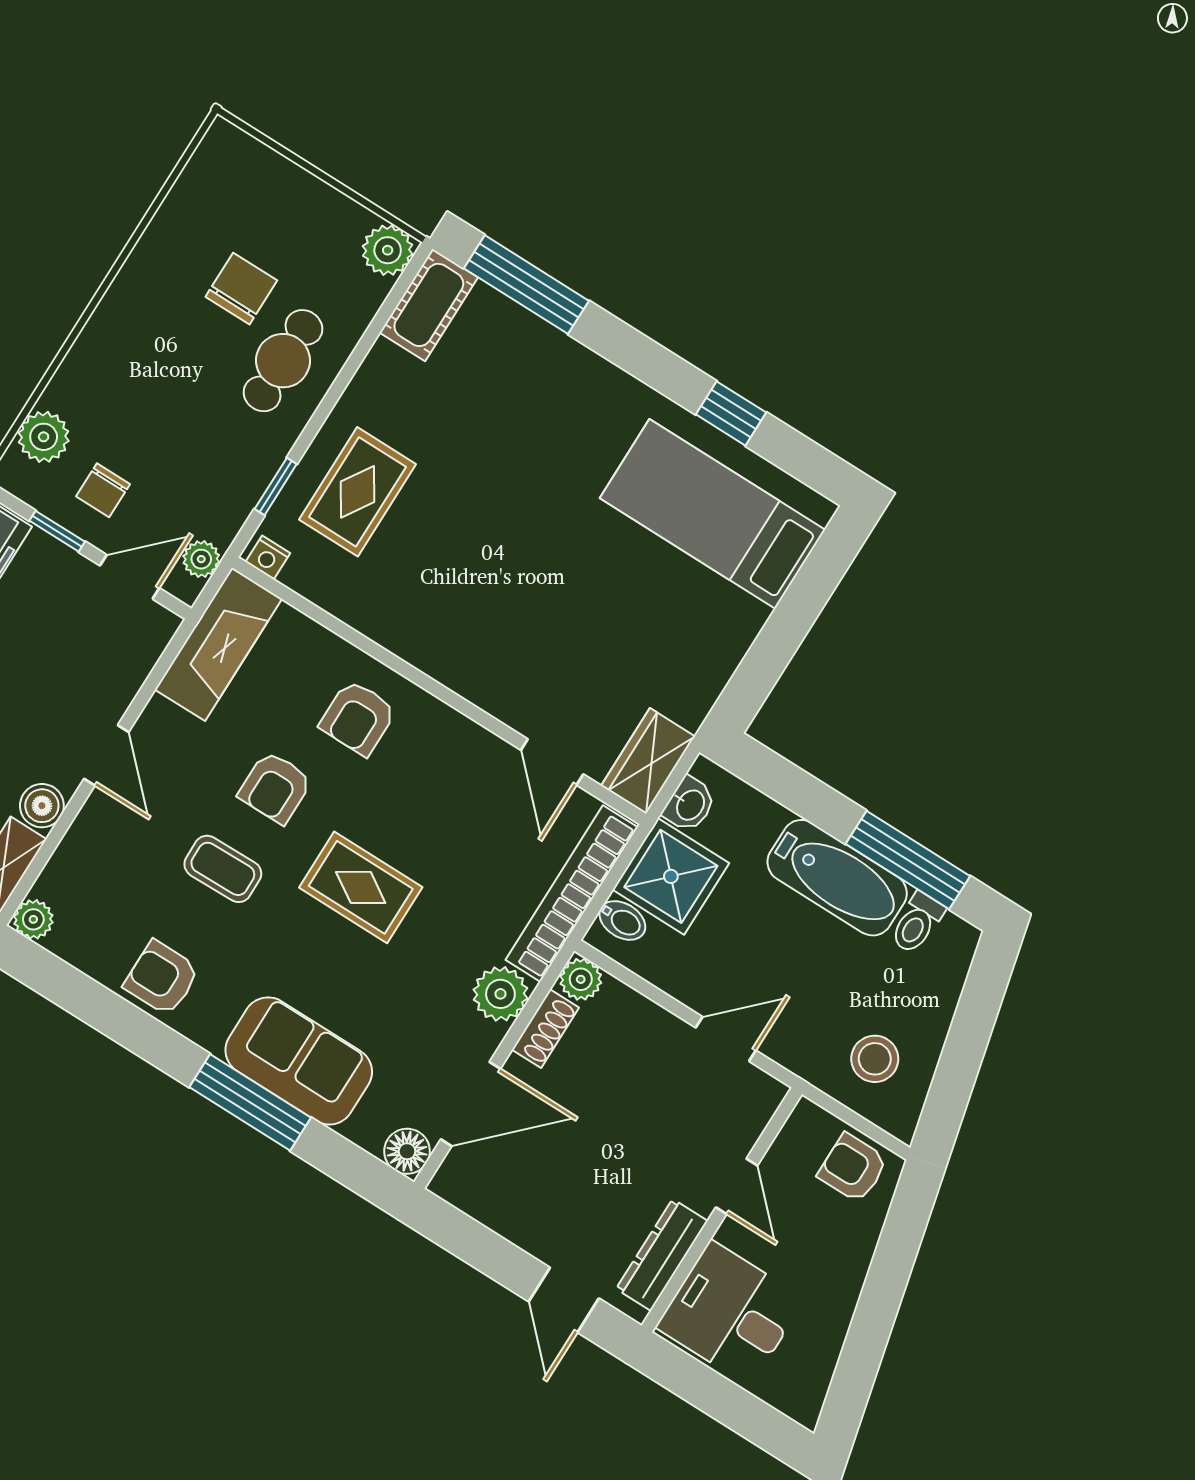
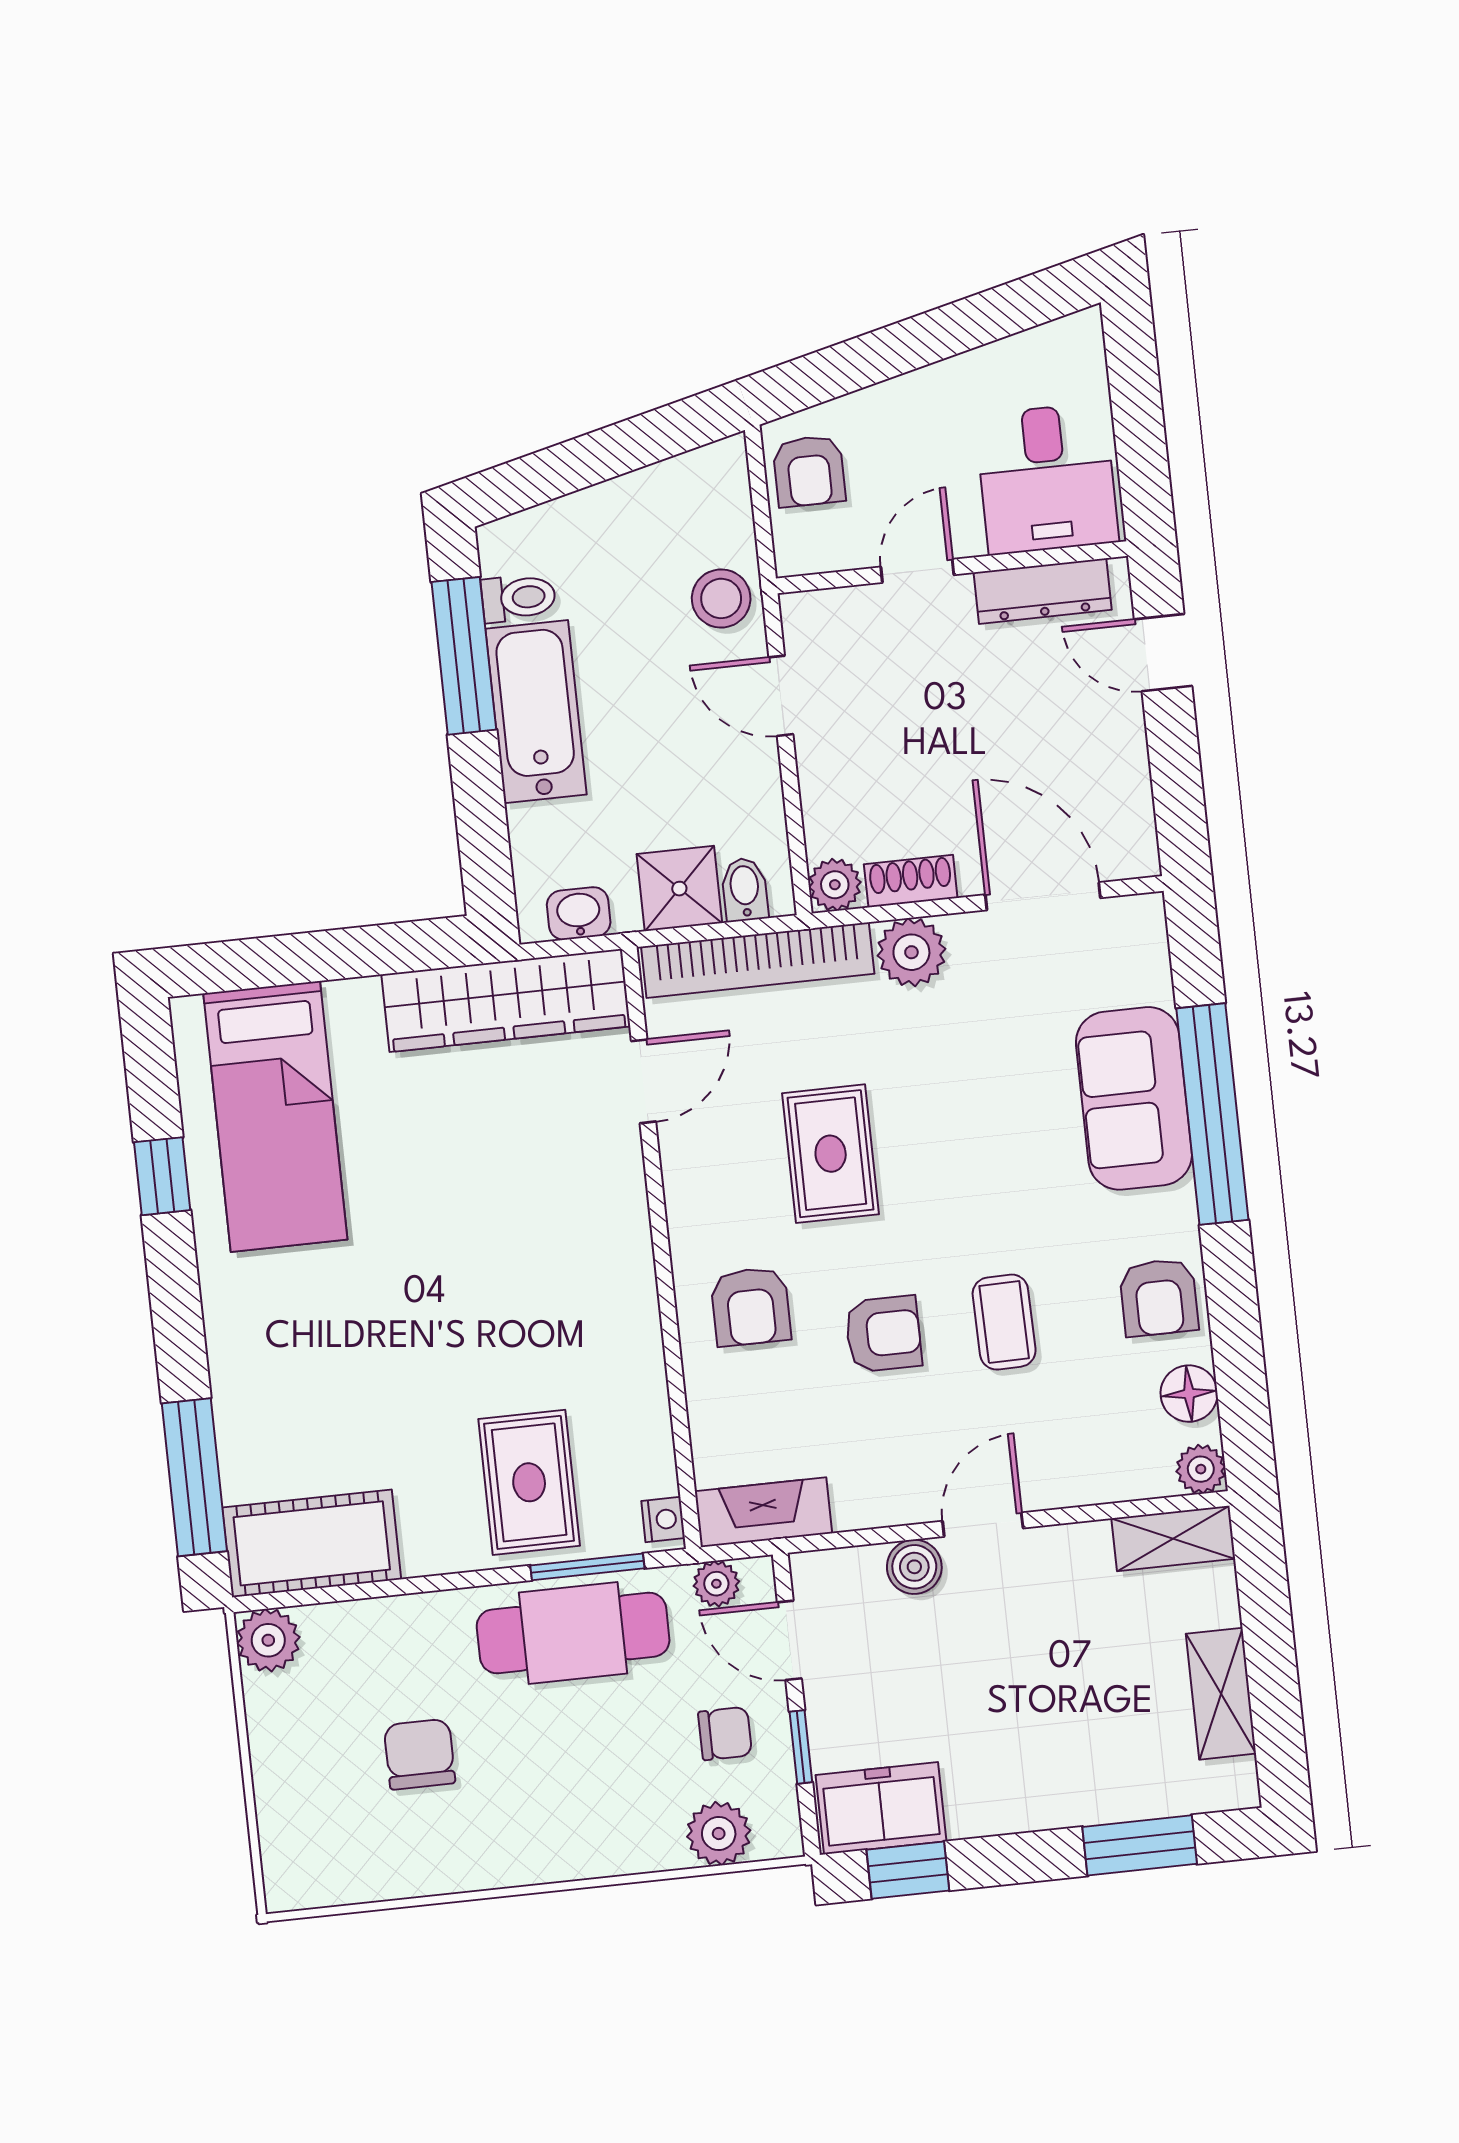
chair: (241, 289) -> (420, 1754), turned 90
cot: (429, 305) -> (312, 1543), width x1.37, depth x1.34
cafe table: (283, 361) -> (573, 1633), moved, width x1.37, depth x1.35
window: (276, 487) -> (587, 1567), width x1.50
rug: (357, 492) -> (529, 1482), turned 90
fireplace: (218, 644) -> (763, 1512), width x0.73, depth x0.76
armchair: (358, 718) -> (751, 1307), turned 90
wardrobe: (648, 761) -> (506, 1000), width x2.10, depth x1.17
boiler: (42, 806) -> (914, 1567), moved
shower: (671, 876) -> (679, 889), width x0.73, depth x0.73
rug: (361, 887) -> (831, 1154), moved
stool: (875, 1059) -> (721, 598), moved
window: (250, 1102) -> (1212, 1114), width x1.46
floor lamp: (407, 1151) -> (1189, 1394), moved
door: (564, 1300) -> (1163, 653), swing flipped

